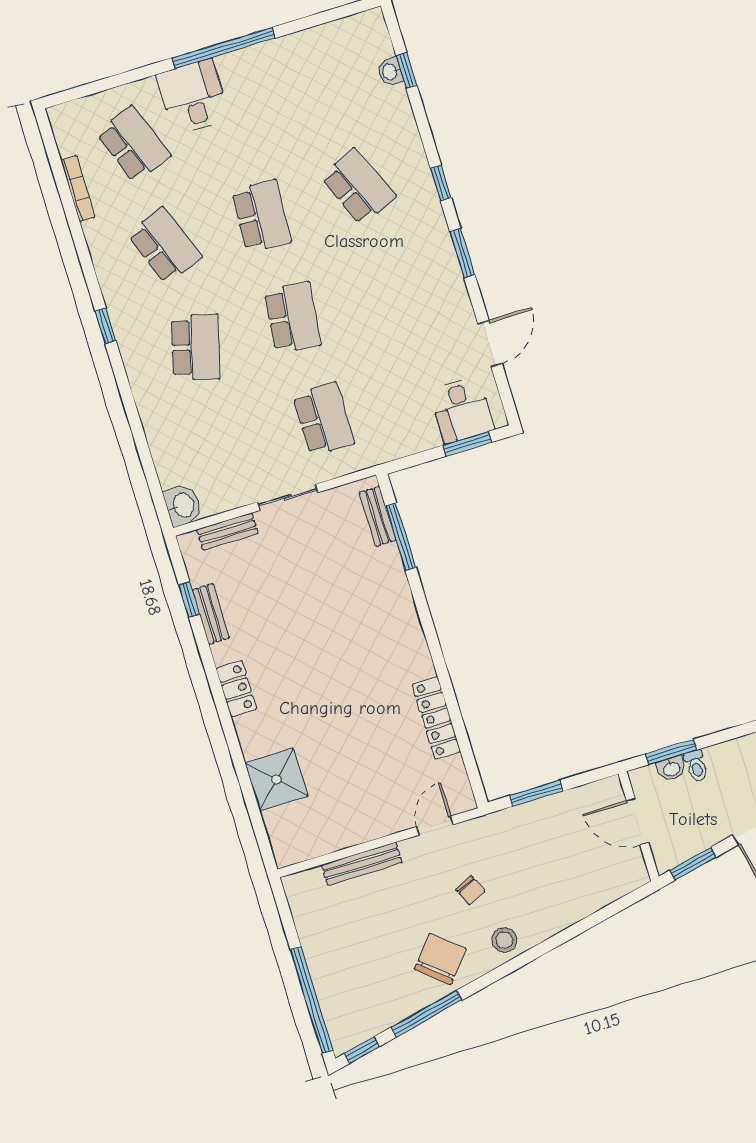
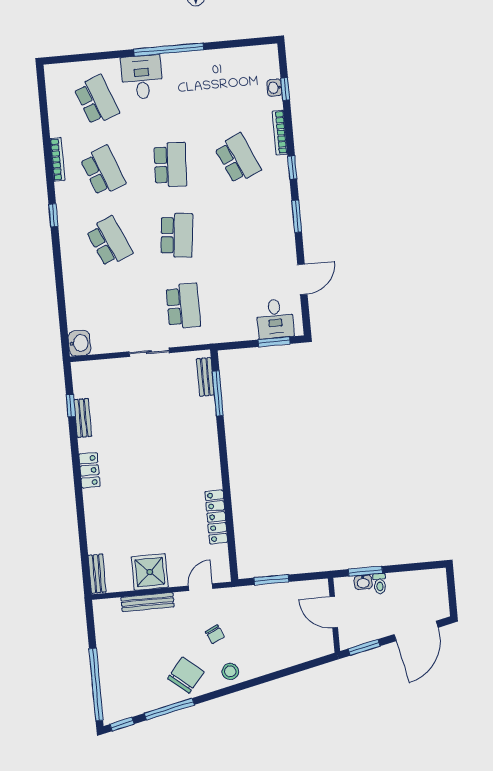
bookcase: (412, 136) -> (280, 133), added
bookcase: (78, 189) -> (57, 159), moved
school desk: (196, 347) -> (109, 241), turned -39
bench: (227, 531) -> (97, 574), moved, turned 90
shower: (276, 779) -> (150, 572), moved

